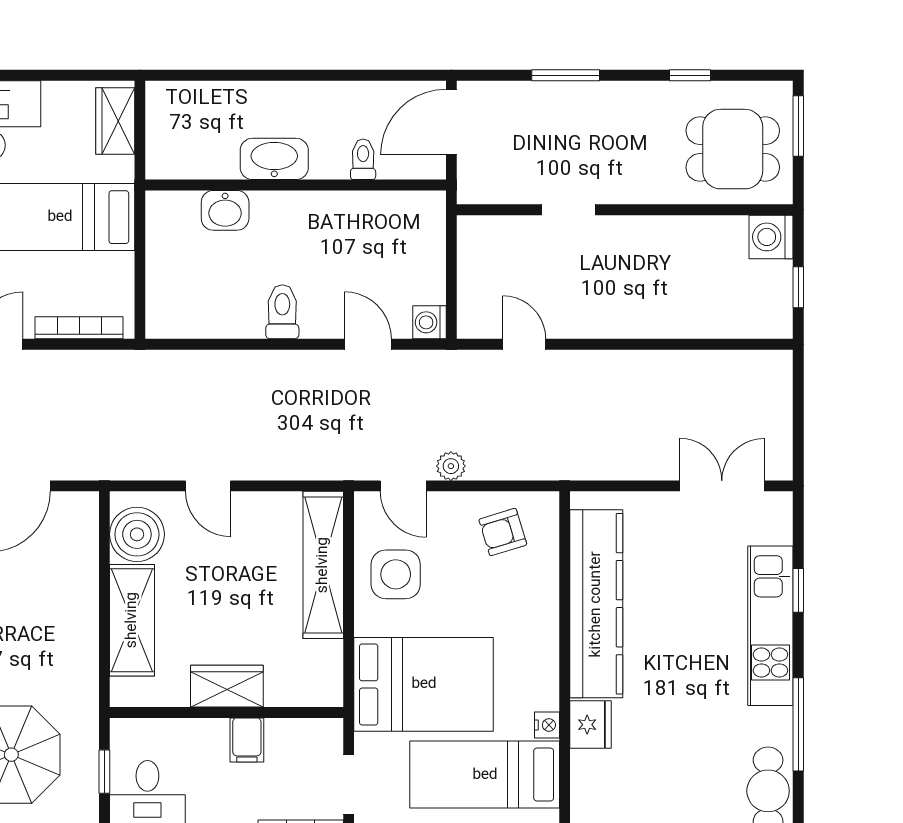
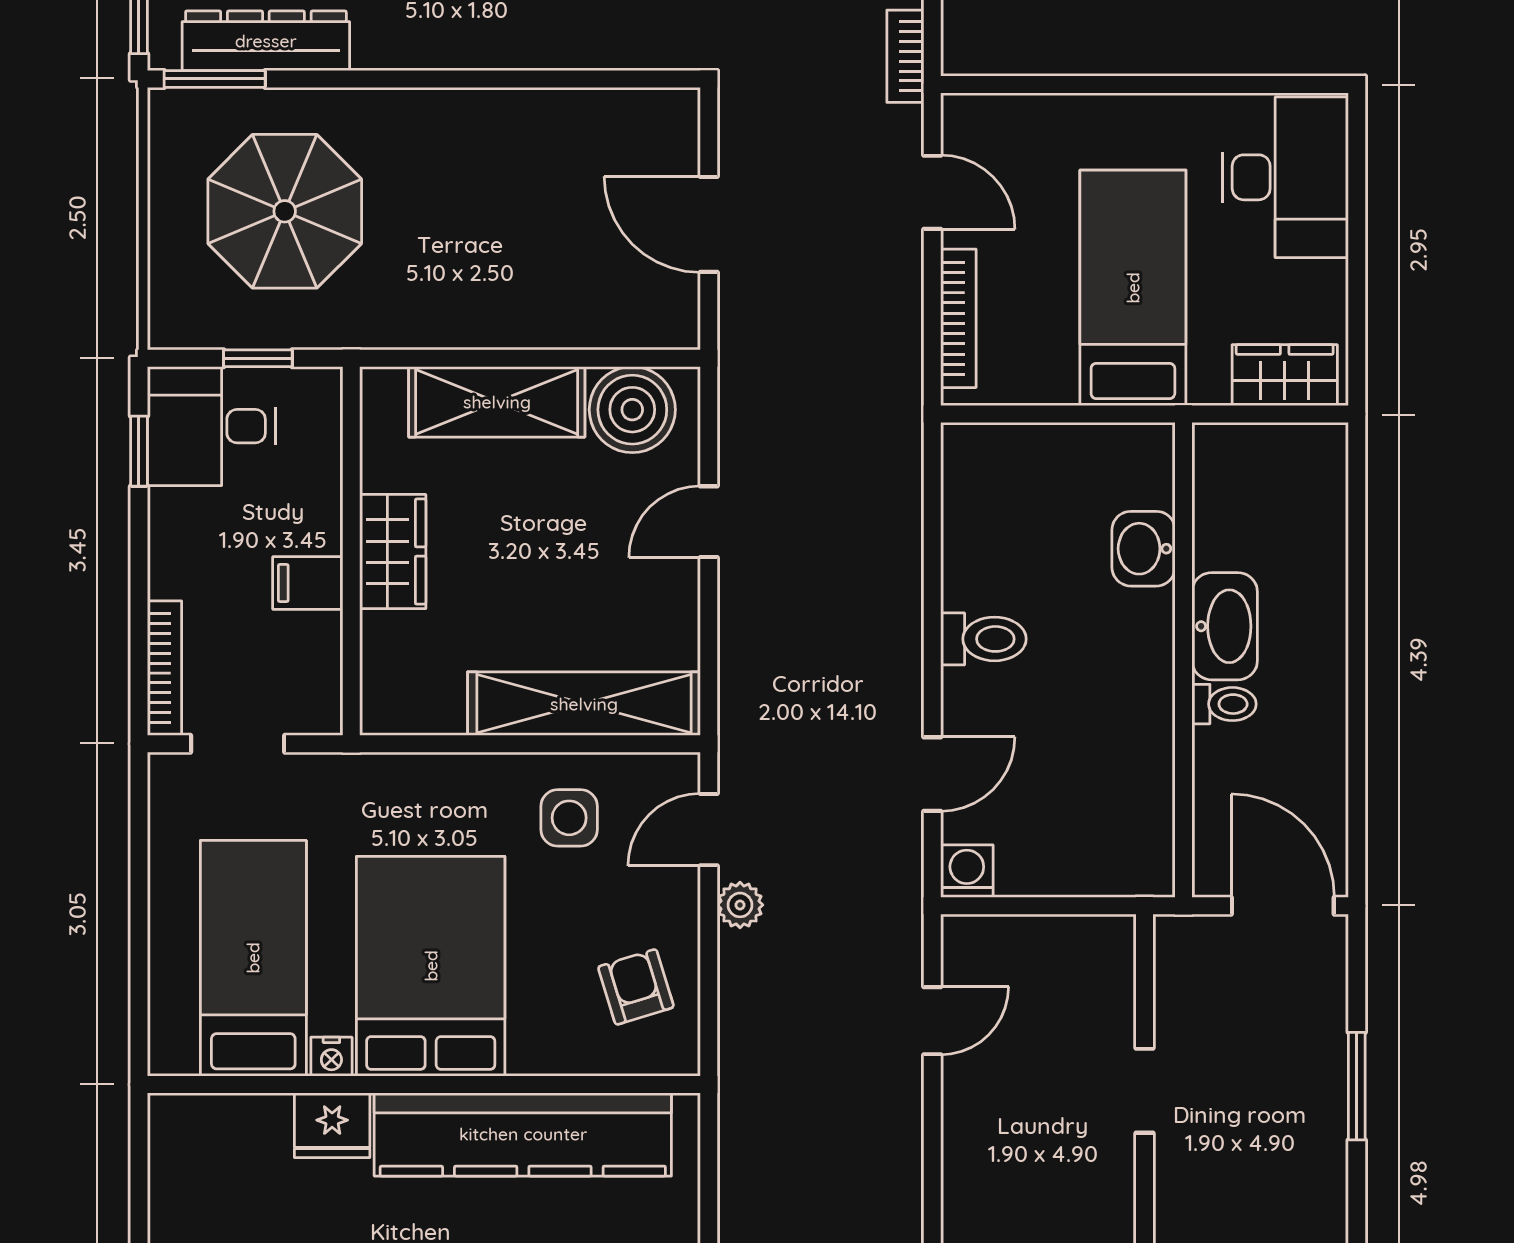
toilet: (363, 159) -> (1224, 704), moved
side table: (396, 574) -> (569, 818), width x0.73, depth x0.73
bed: (424, 684) -> (431, 966), moved, turned 180

